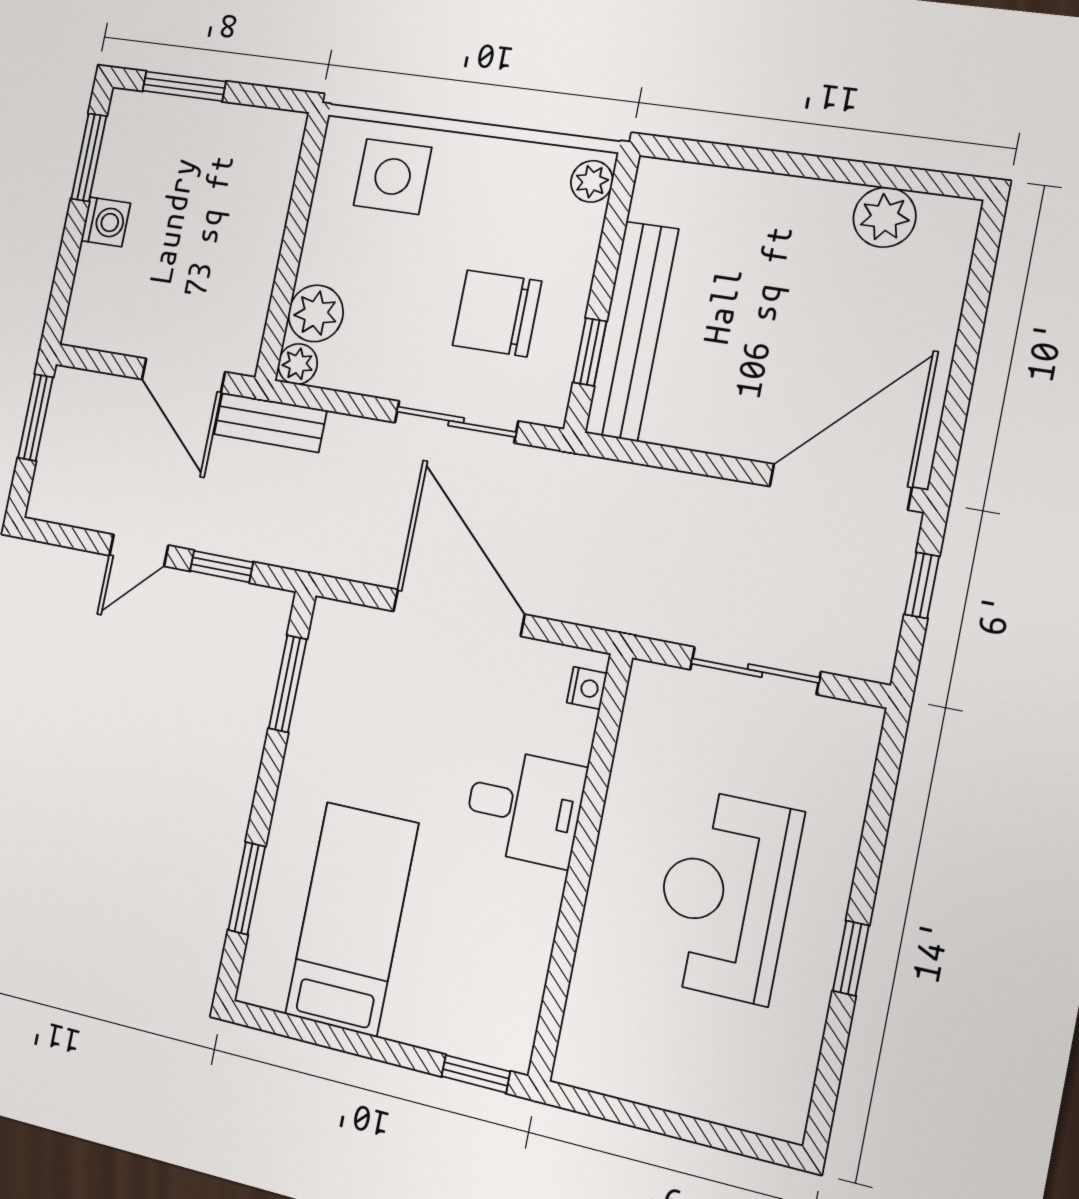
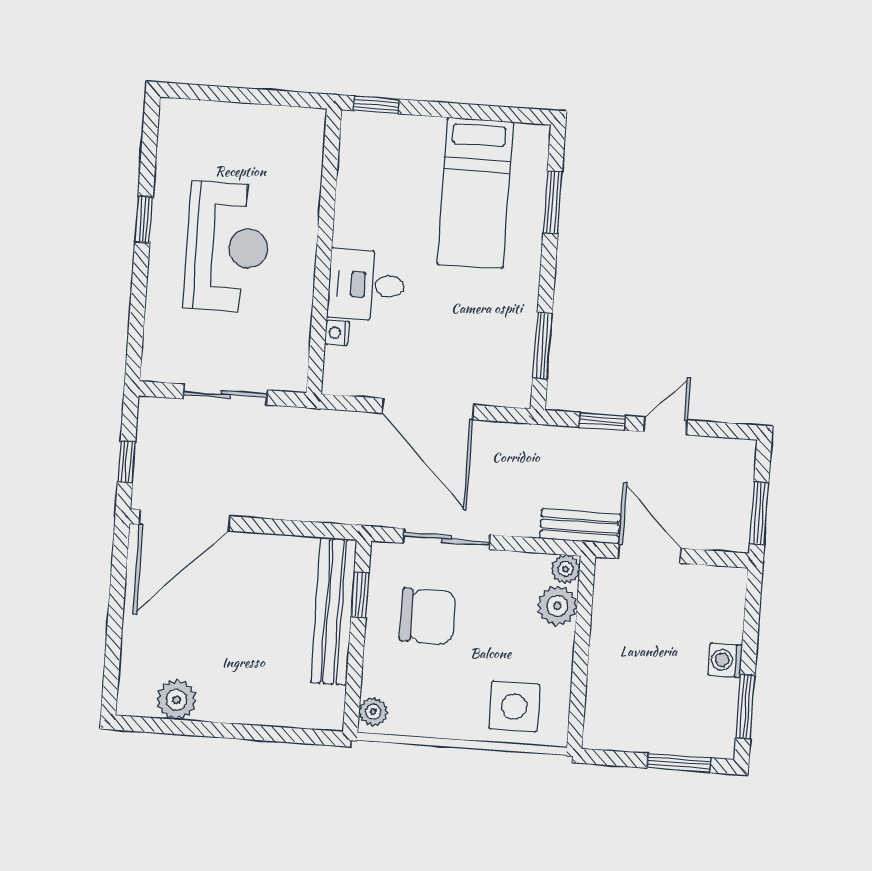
nightstand: (587, 688) -> (337, 333), moved

